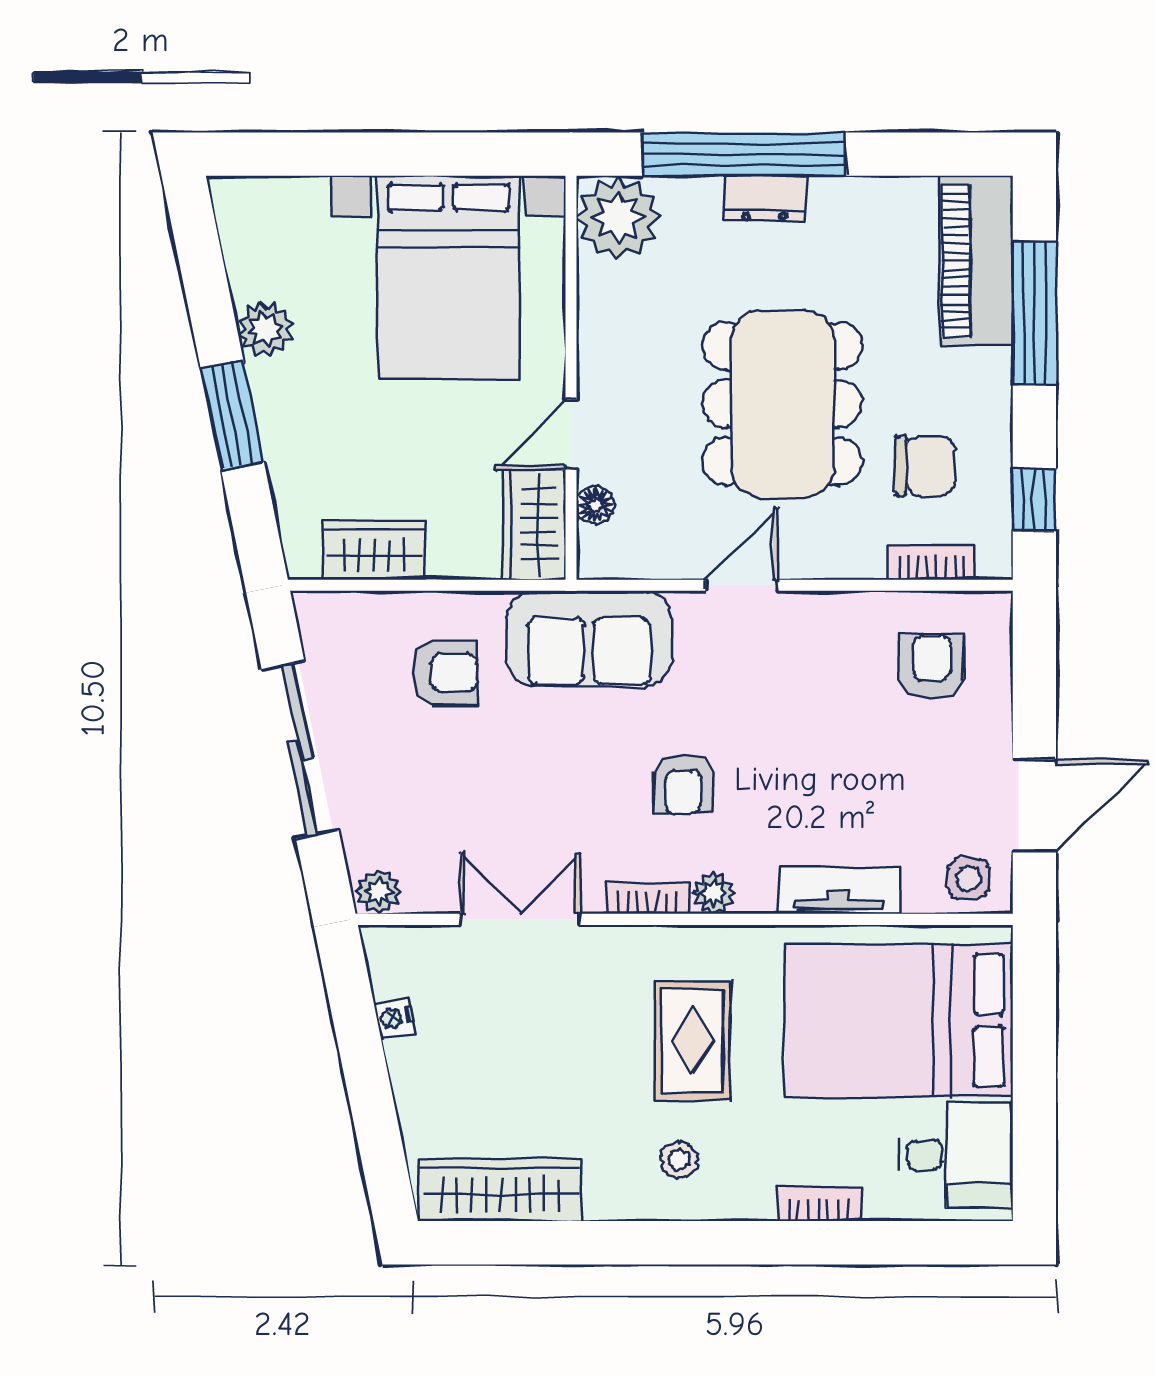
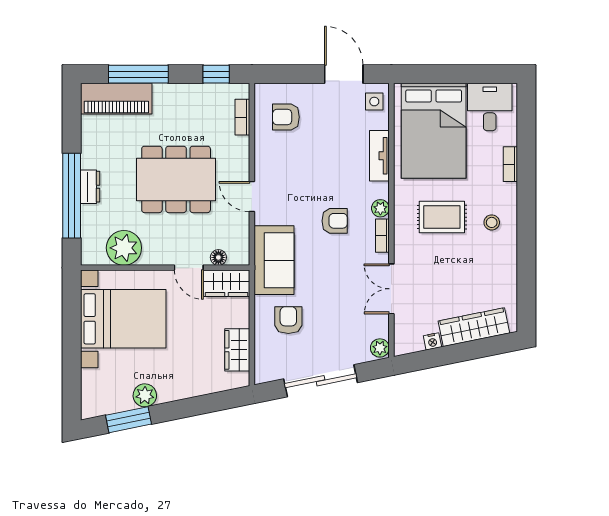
plant: (618, 218) -> (124, 248), moved
window: (232, 415) -> (128, 420), moved
chair: (925, 466) -> (202, 120), removed
wardrobe: (501, 1190) -> (474, 327), moved, turned 79

